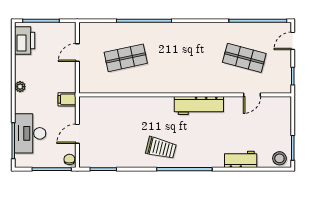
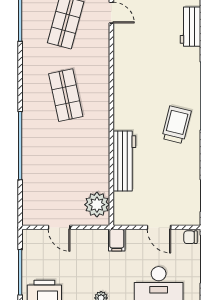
shop shelf: (126, 58) -> (66, 95), moved
plant: (96, 83) -> (97, 205), added
workbench: (199, 106) -> (124, 161), moved

